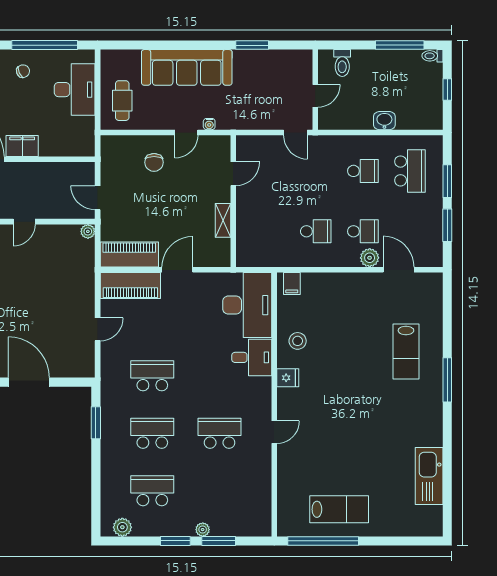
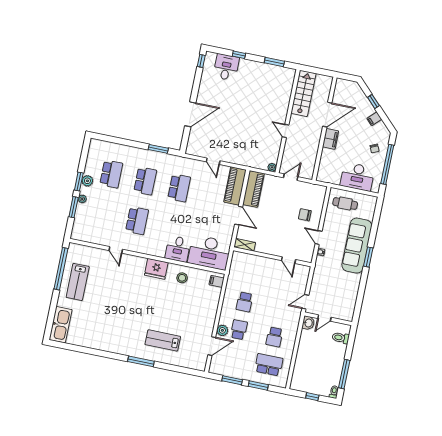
window: (252, 45) -> (368, 257), moved
door: (315, 96) -> (324, 318), hinge flipped
washbasin: (384, 121) -> (308, 323), moved
school desk: (410, 171) -> (269, 365), turned 180
shelving: (223, 220) -> (245, 245), moved
school desk: (363, 231) -> (239, 330), turned 180
fridge: (288, 378) -> (156, 269), width x1.88, depth x1.34
door: (274, 432) -> (116, 250), moved
kitchen sink: (429, 476) -> (61, 325), moved, turned 90
plant: (122, 527) -> (87, 181), moved

